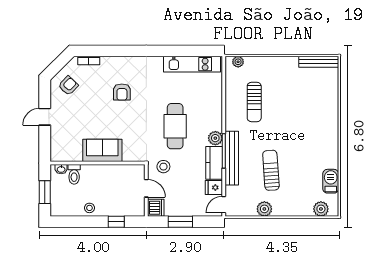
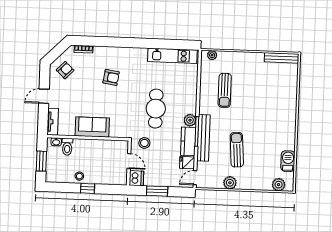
armchair: (122, 92) -> (111, 77), turned -81
tv unit: (56, 146) -> (53, 122), added
window: (116, 222) -> (88, 188), moved

